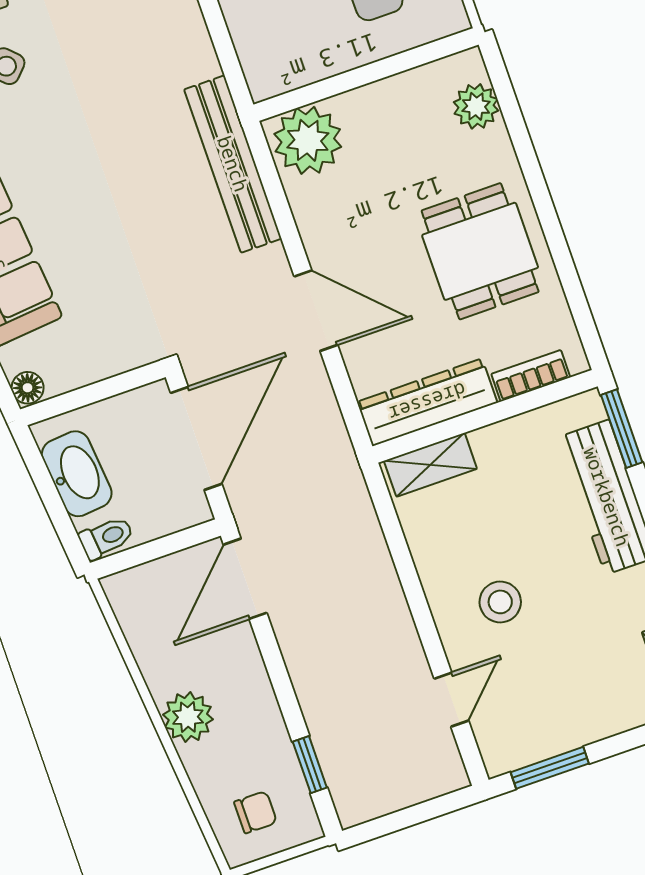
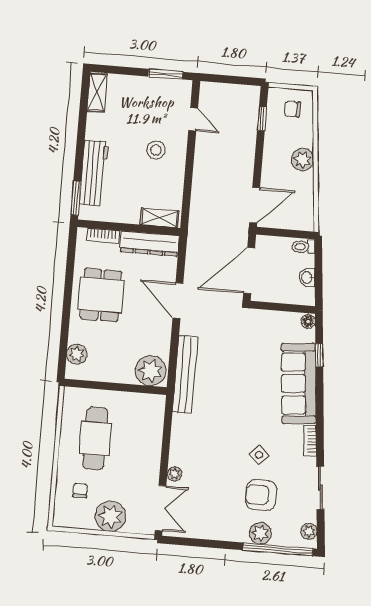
washbasin: (77, 474) -> (307, 278), width x0.52, depth x0.69
door: (451, 700) -> (193, 119), swing flipped

